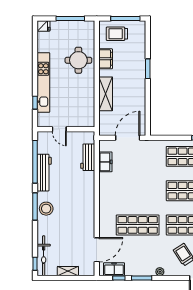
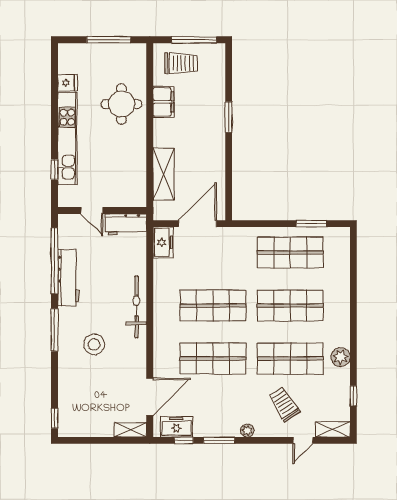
fridge: (43, 26) -> (68, 83), moved
trolley: (117, 34) -> (181, 63), turned 180
shelving: (106, 94) -> (164, 174), moved
workbench: (88, 157) -> (126, 224), moved, turned -90
freezer: (105, 162) -> (163, 242), moved
shop shelf: (138, 191) -> (213, 306), added
stool: (46, 209) -> (94, 344), moved
bicycle: (44, 256) -> (136, 307), moved, turned 180
shelving: (68, 271) -> (130, 430), moved

